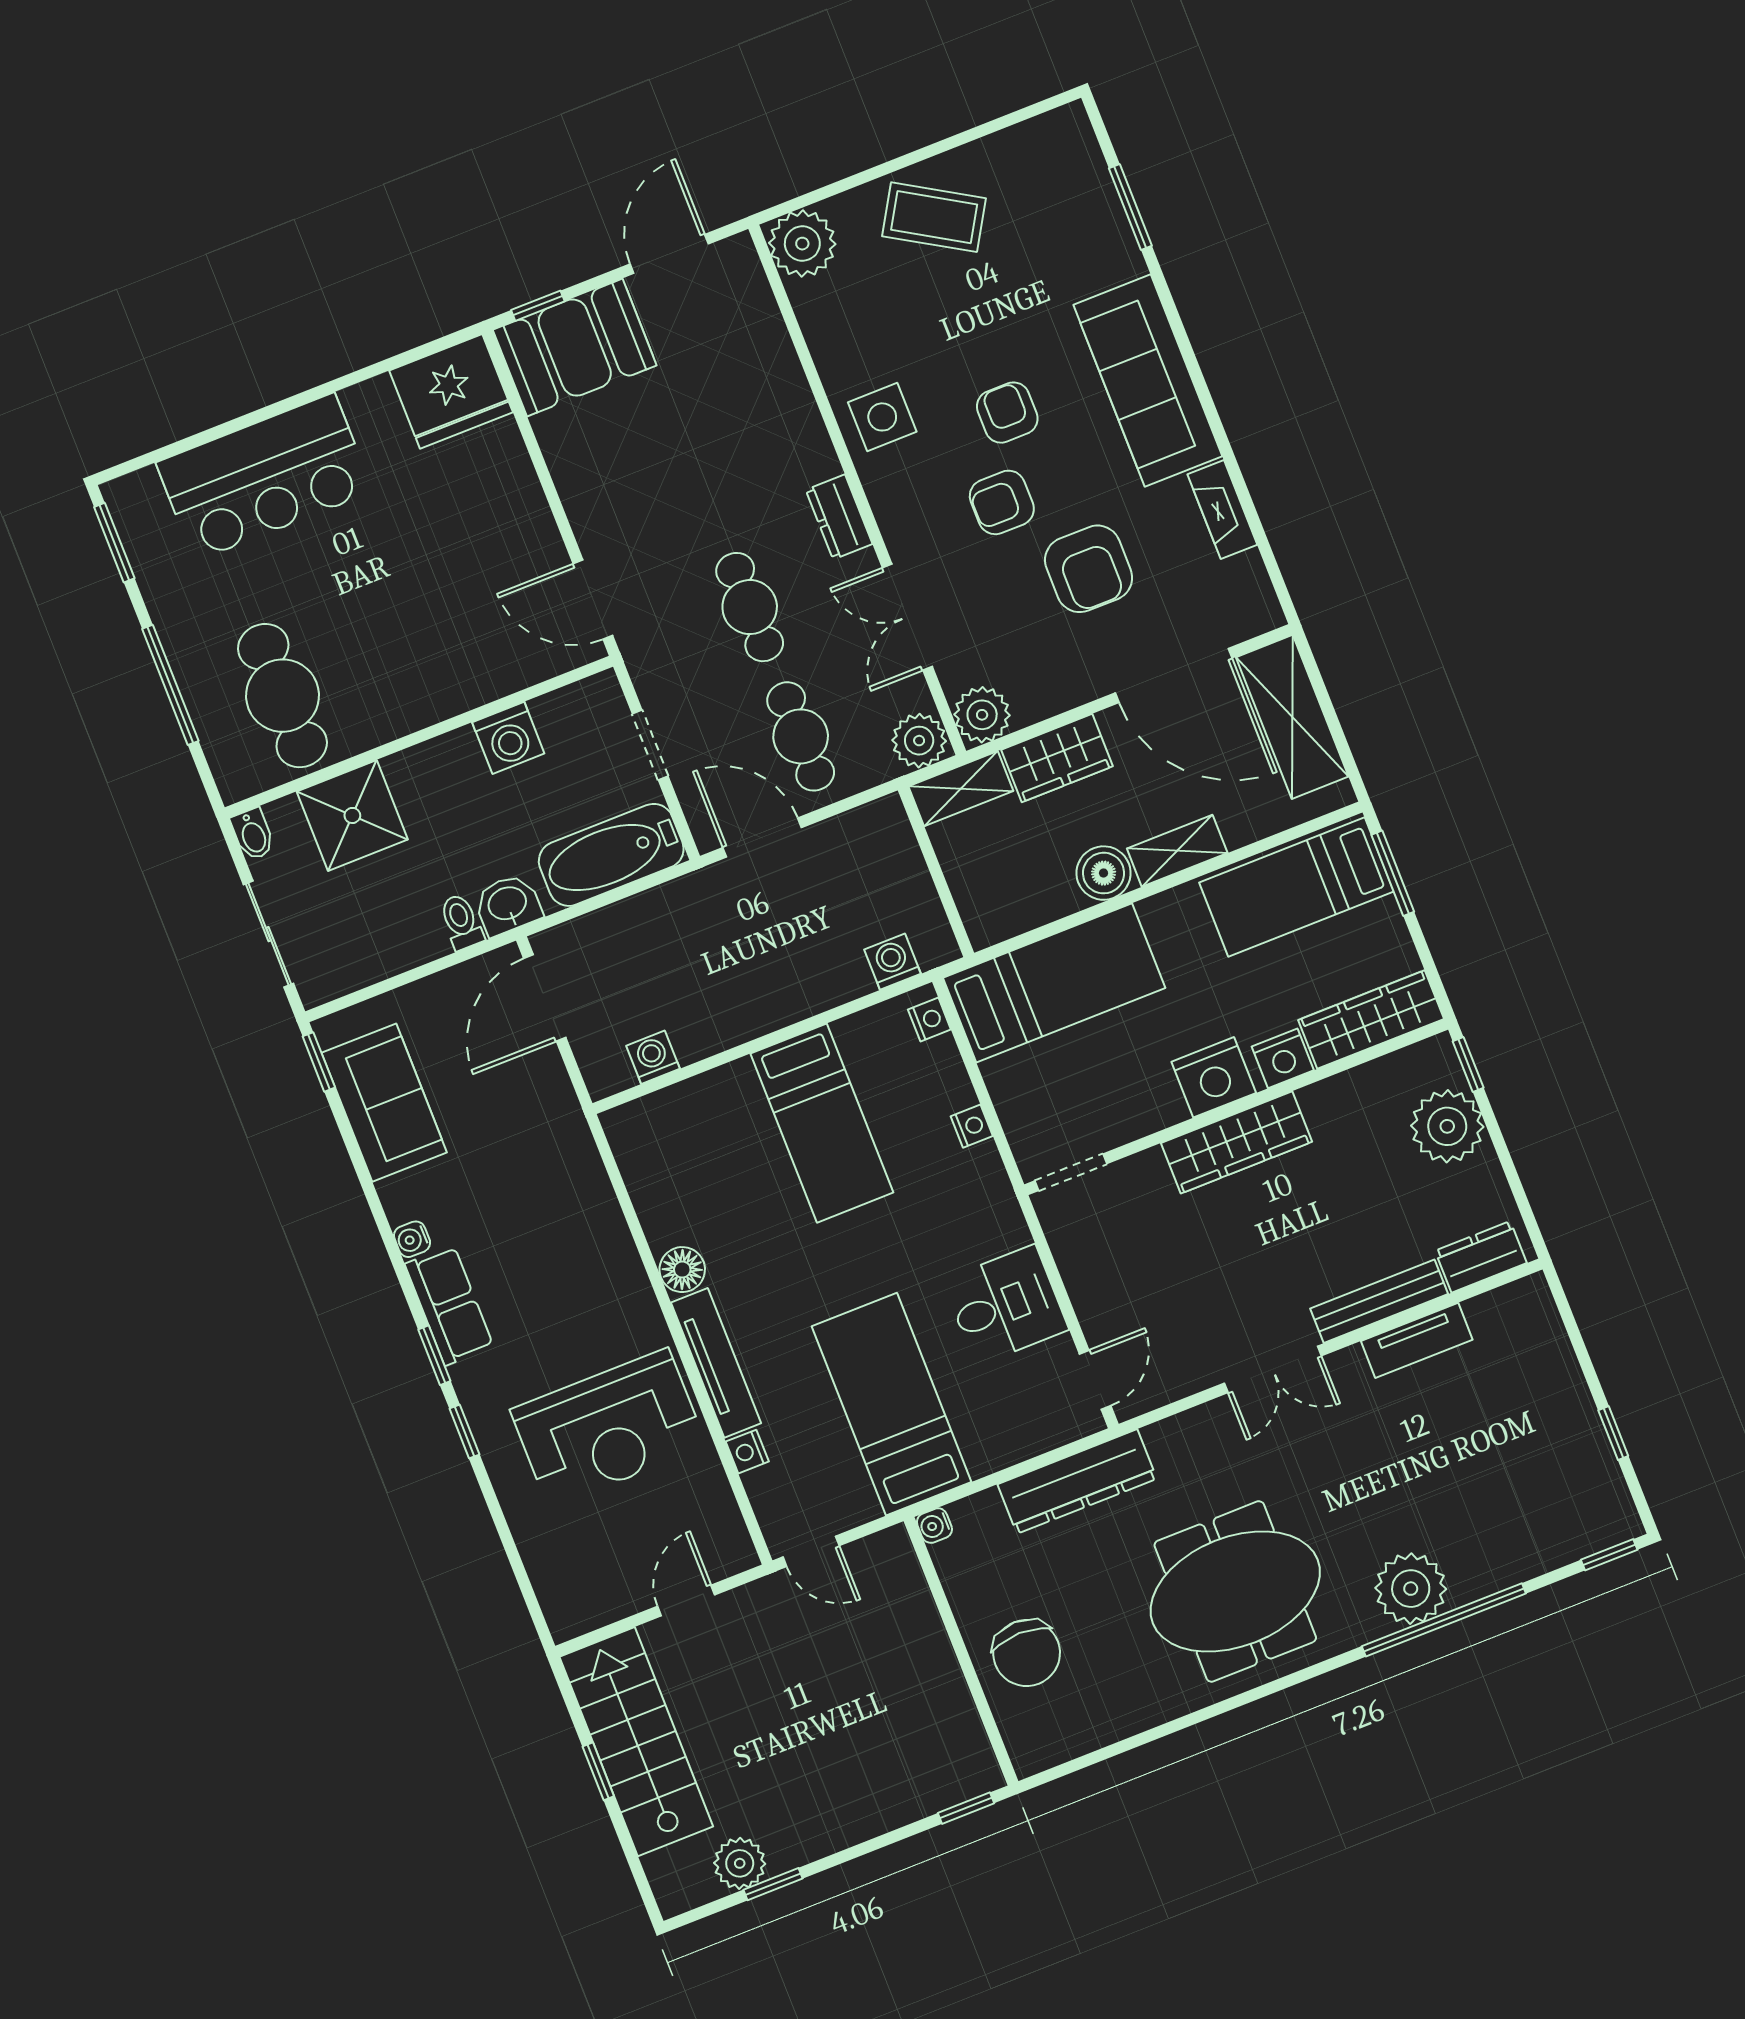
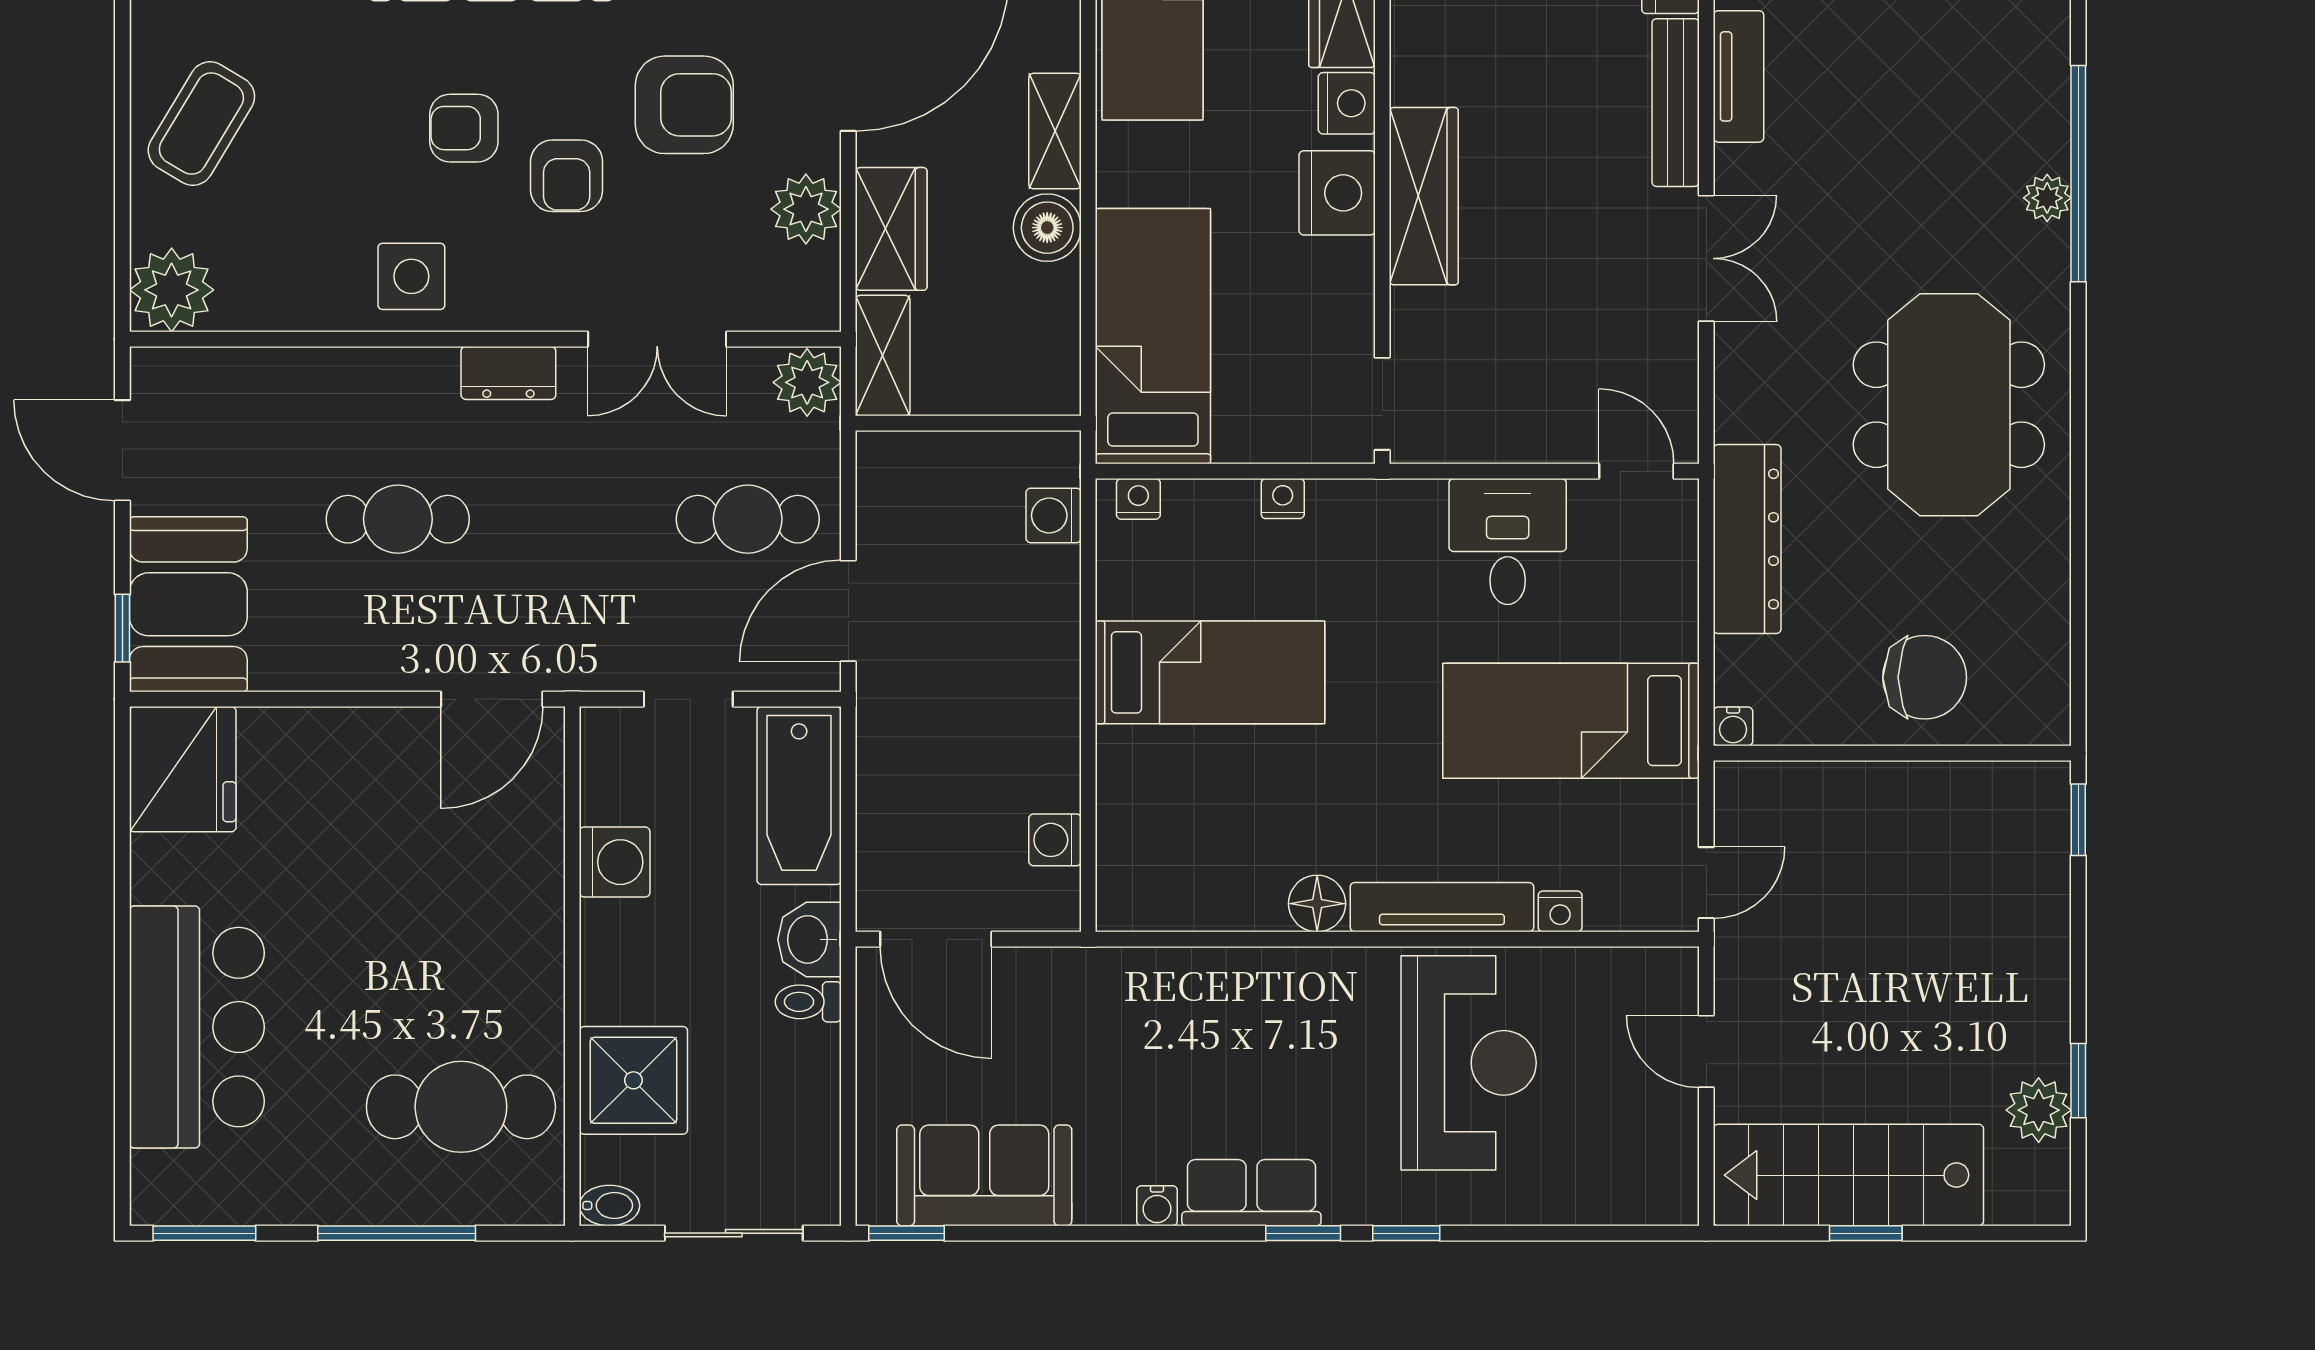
cafe table: (750, 607) -> (398, 519), moved
plant: (982, 715) -> (806, 209), moved
plant: (1411, 1589) -> (2047, 198), width x0.53, depth x0.53

